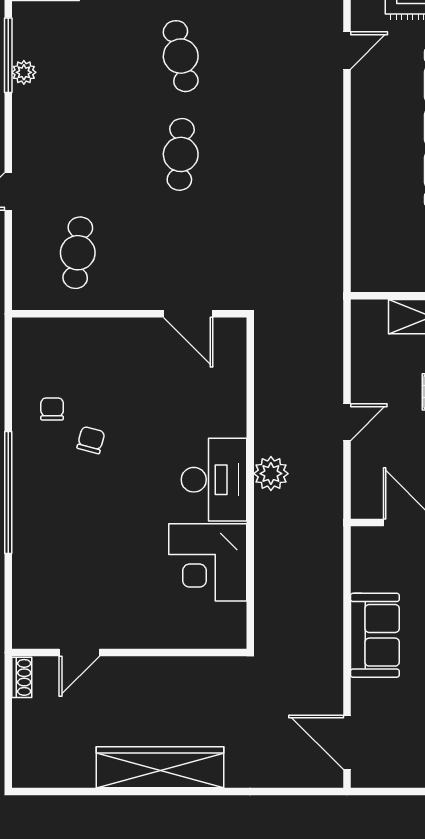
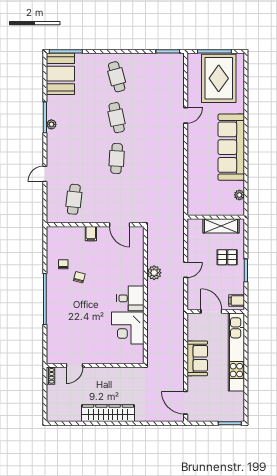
filing cabinet: (119, 335) -> (91, 234), added
plant: (271, 474) -> (154, 273), moved
desk: (214, 480) -> (130, 298), width x0.73

